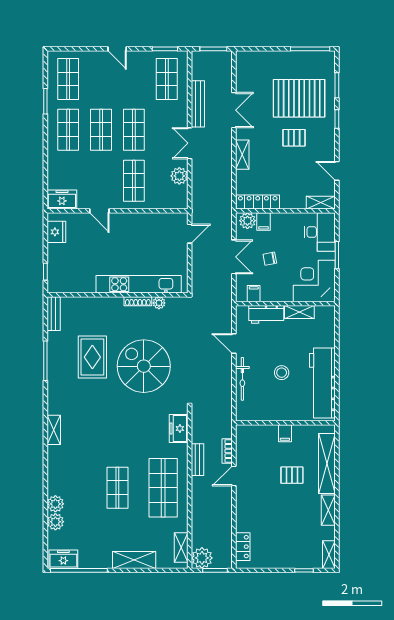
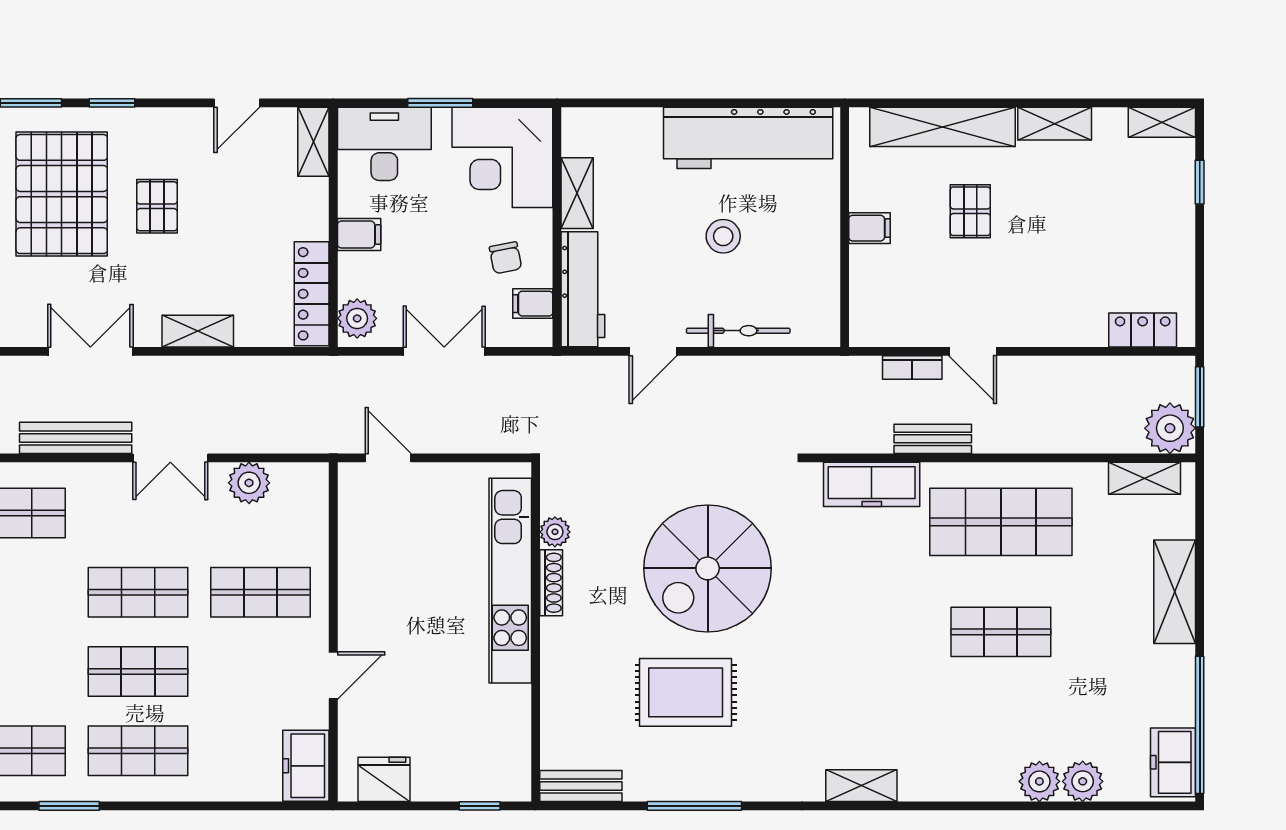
filing cabinet: (264, 222) -> (359, 235), moved
chair: (270, 259) -> (506, 258), moved
workbench: (266, 314) -> (583, 289), width x1.38
freezer: (179, 429) -> (872, 484), width x1.40

